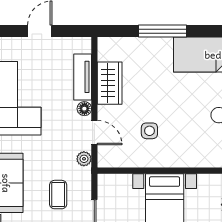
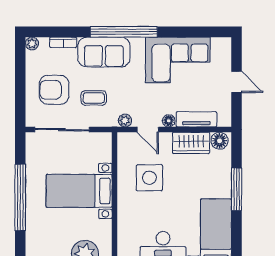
floor lamp: (107, 51) -> (219, 141), added
side table: (149, 131) -> (149, 178), width x1.87, depth x1.87
door: (94, 133) -> (148, 130), hinge flipped

